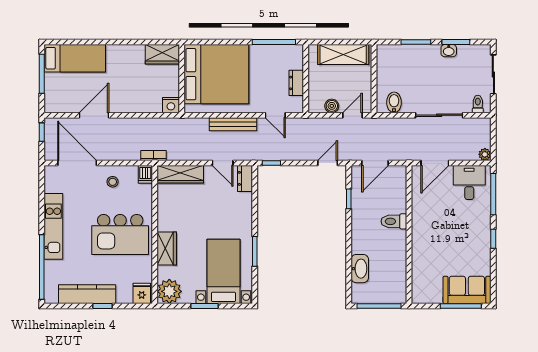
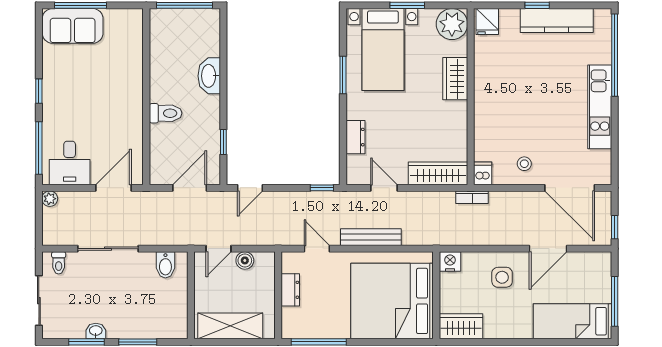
side table: (130, 93) -> (502, 277), added
dresser: (245, 178) -> (355, 137), moved
kitchen island: (120, 234) -> (515, 97), removed
washbasin: (360, 269) -> (209, 76), moved

